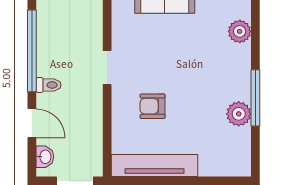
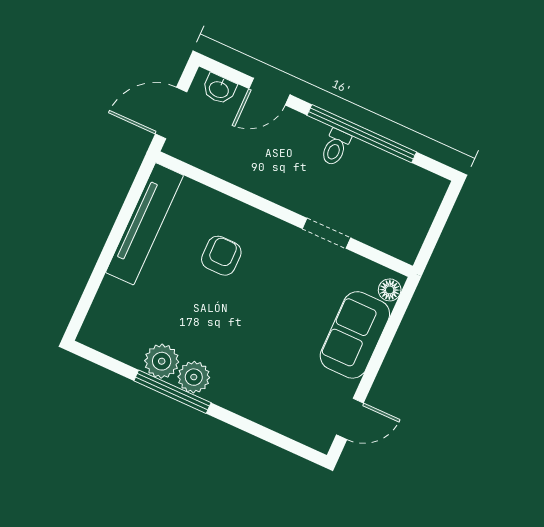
plant: (240, 31) -> (194, 377), moved
doorway: (107, 68) -> (326, 233), moved
toilet: (49, 85) -> (335, 147), moved

